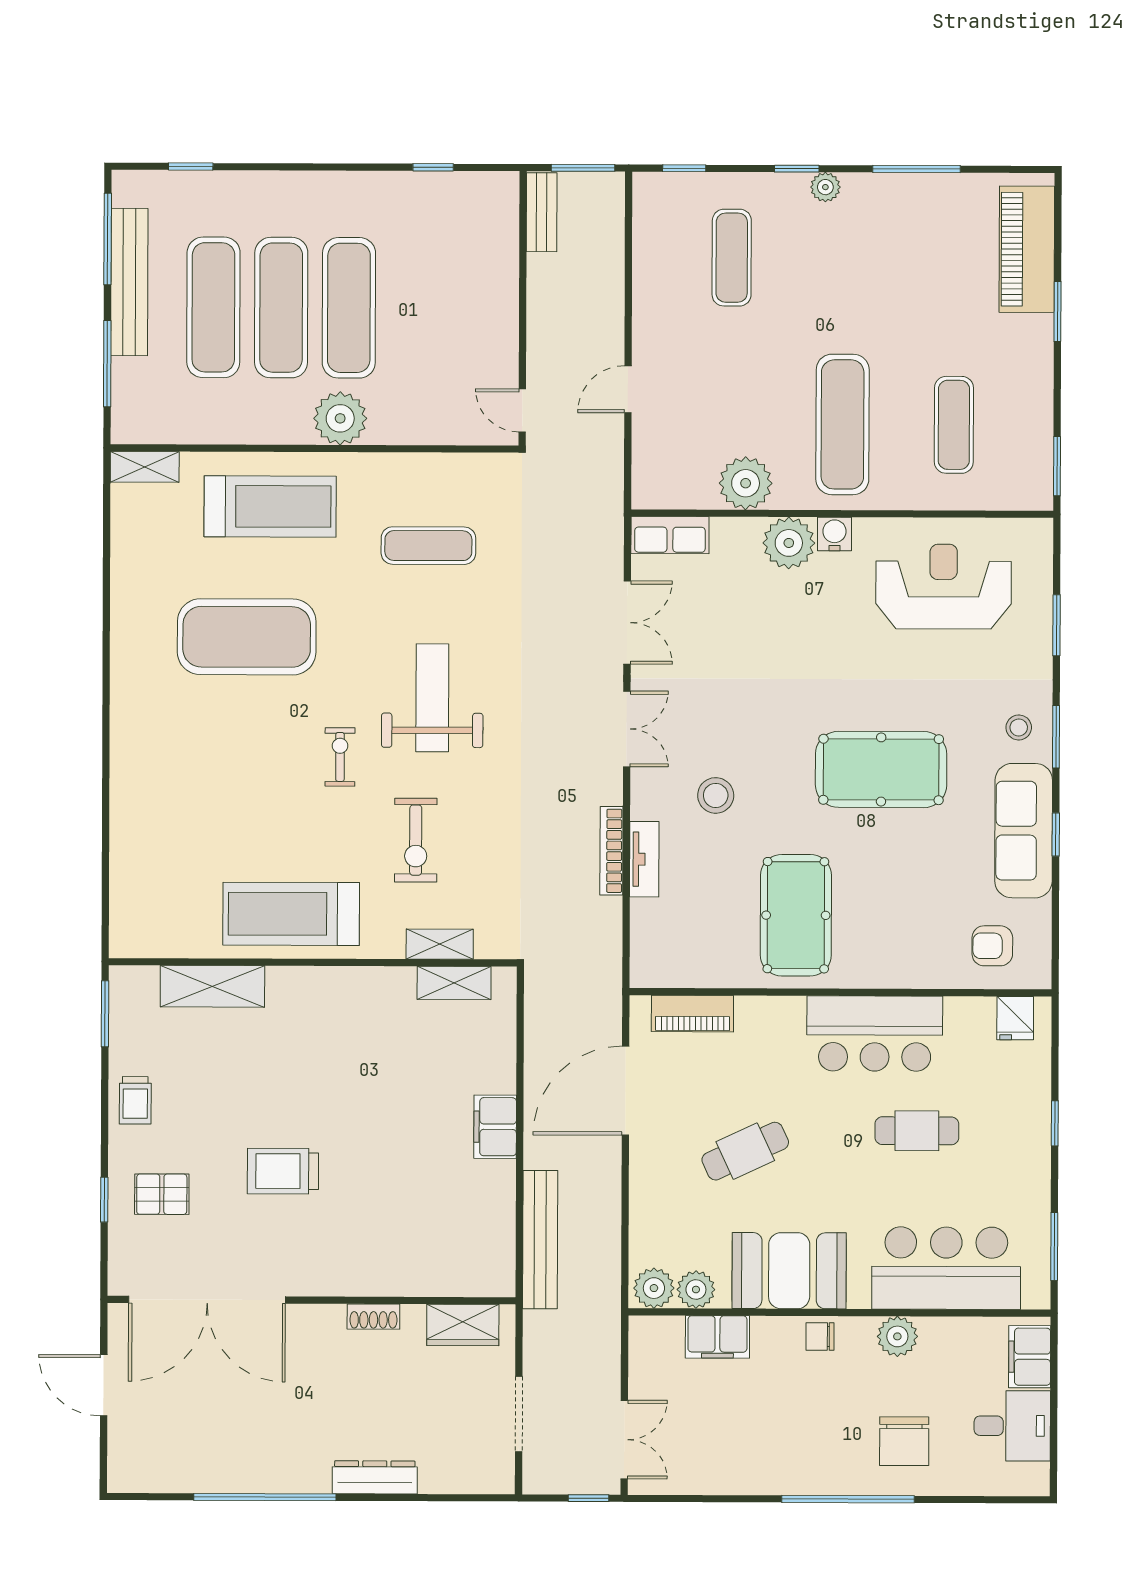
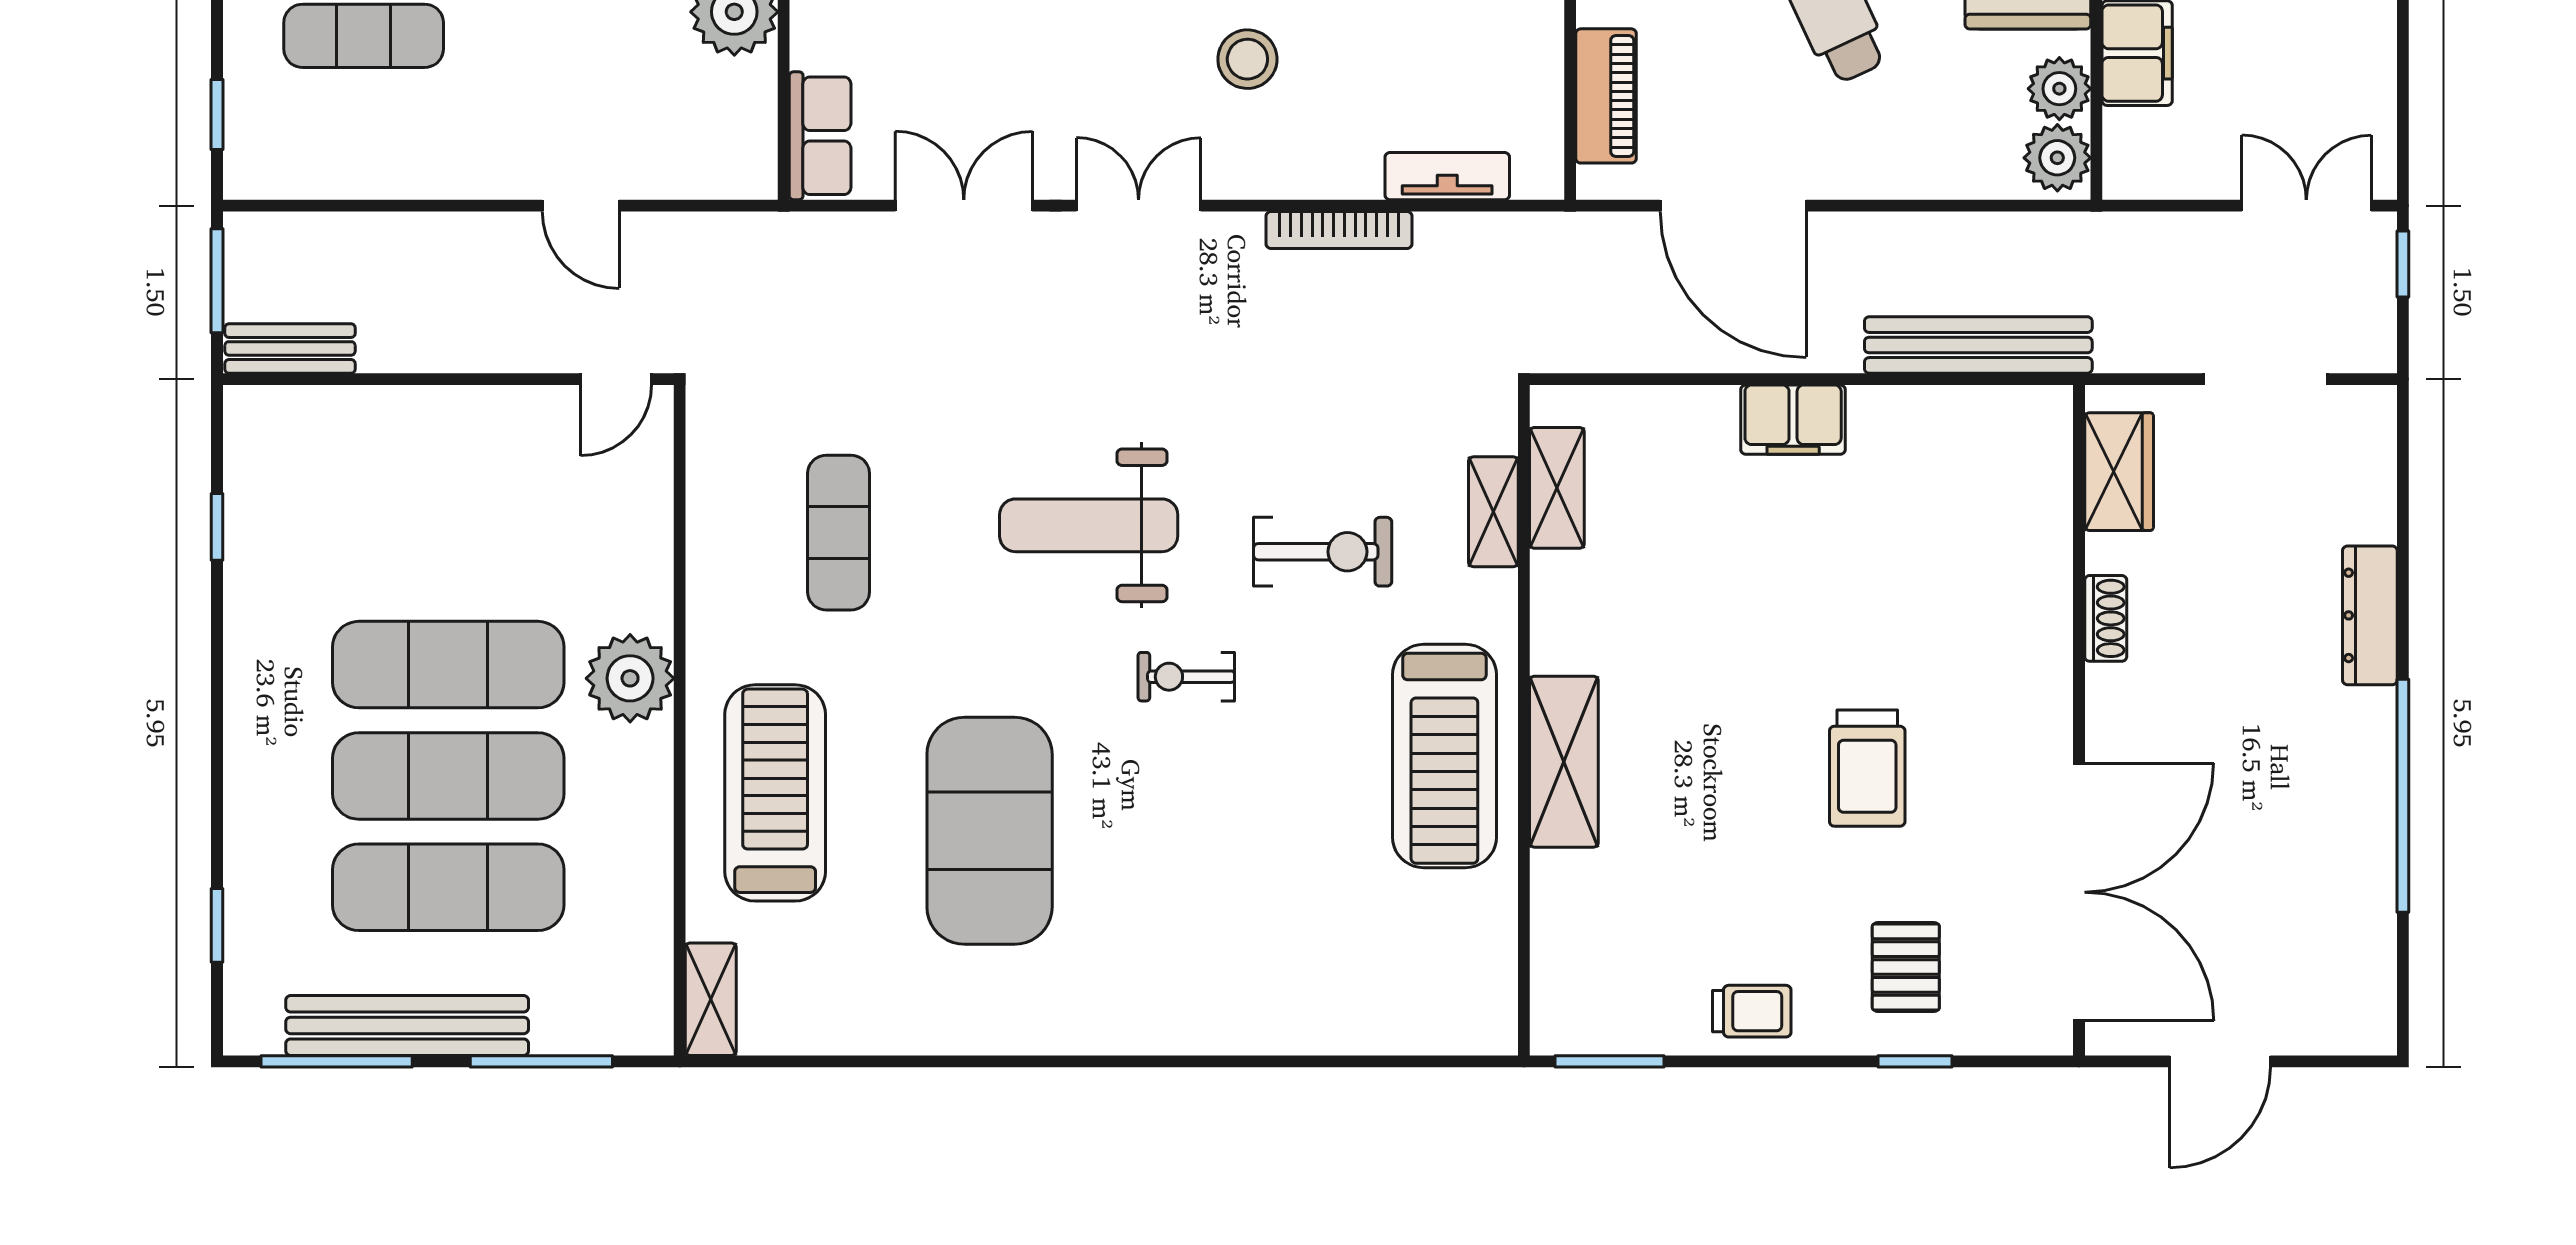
tv unit: (644, 859) -> (1447, 176), moved
shelving: (212, 986) -> (1564, 762), moved

